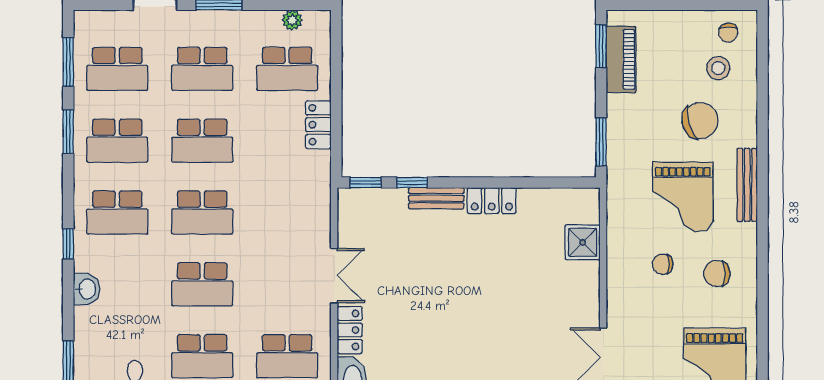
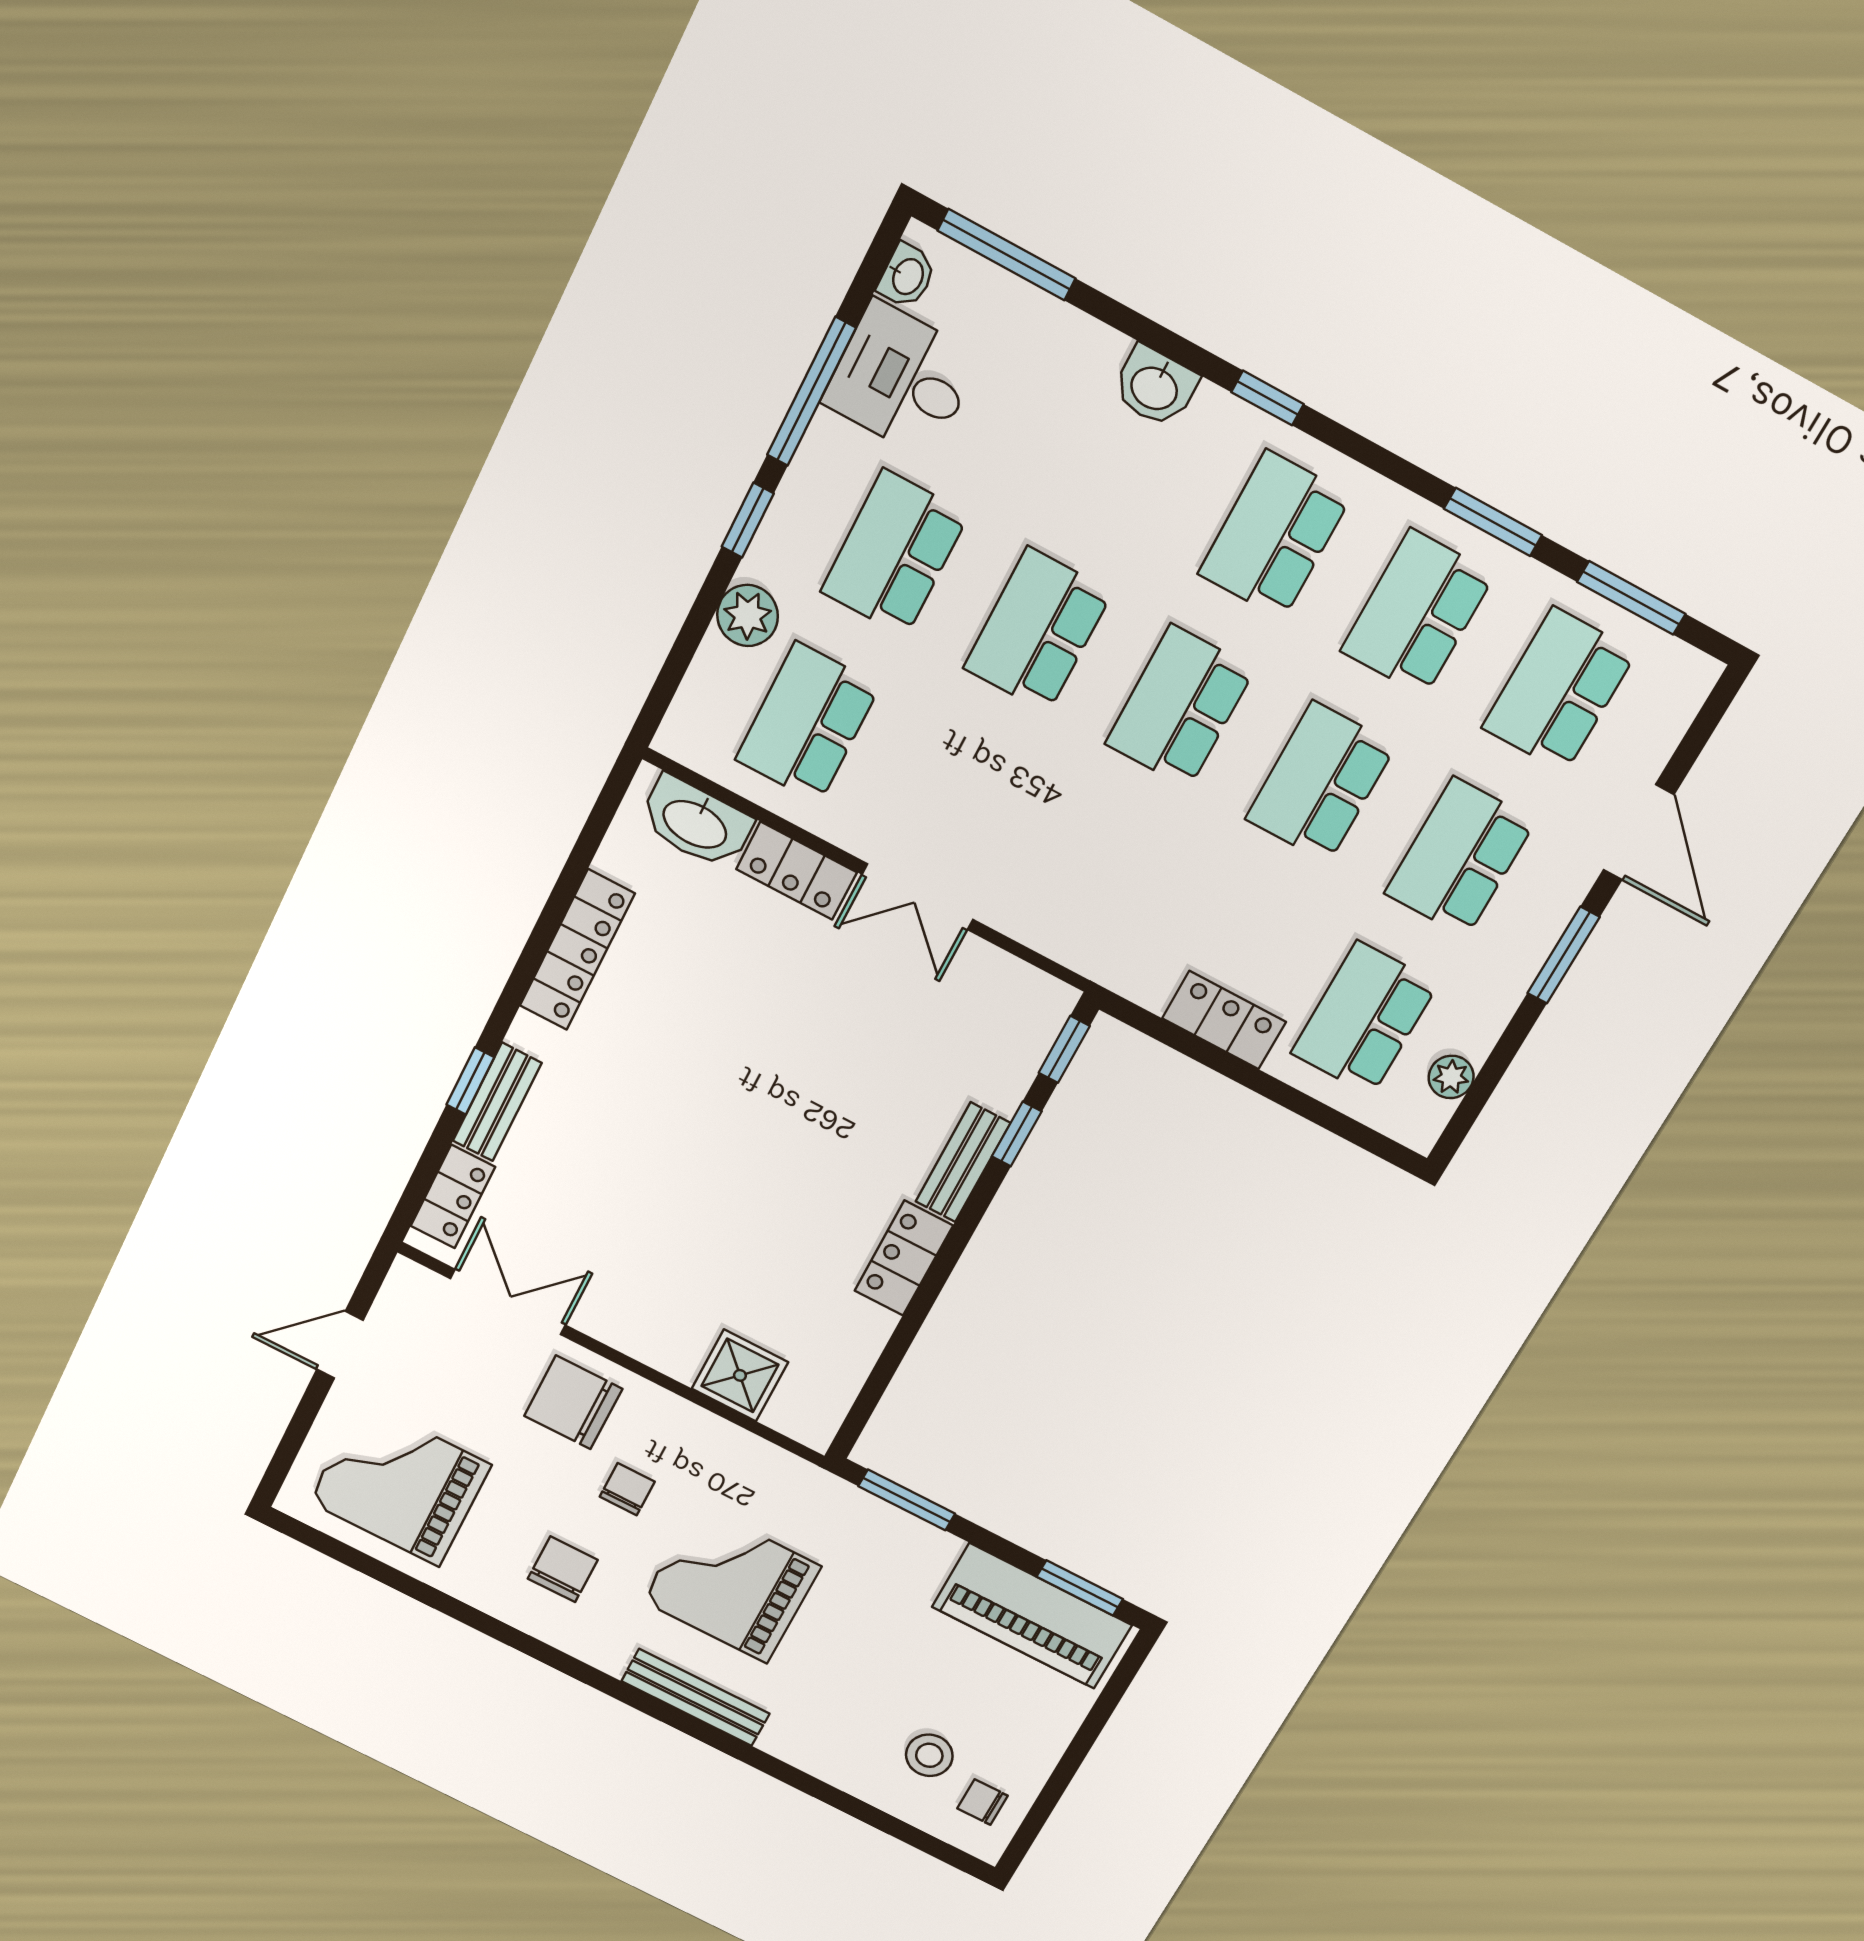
piano: (621, 59) -> (1032, 1616), width x1.37, depth x1.33
chair: (700, 121) -> (573, 1402), moved, turned 106

